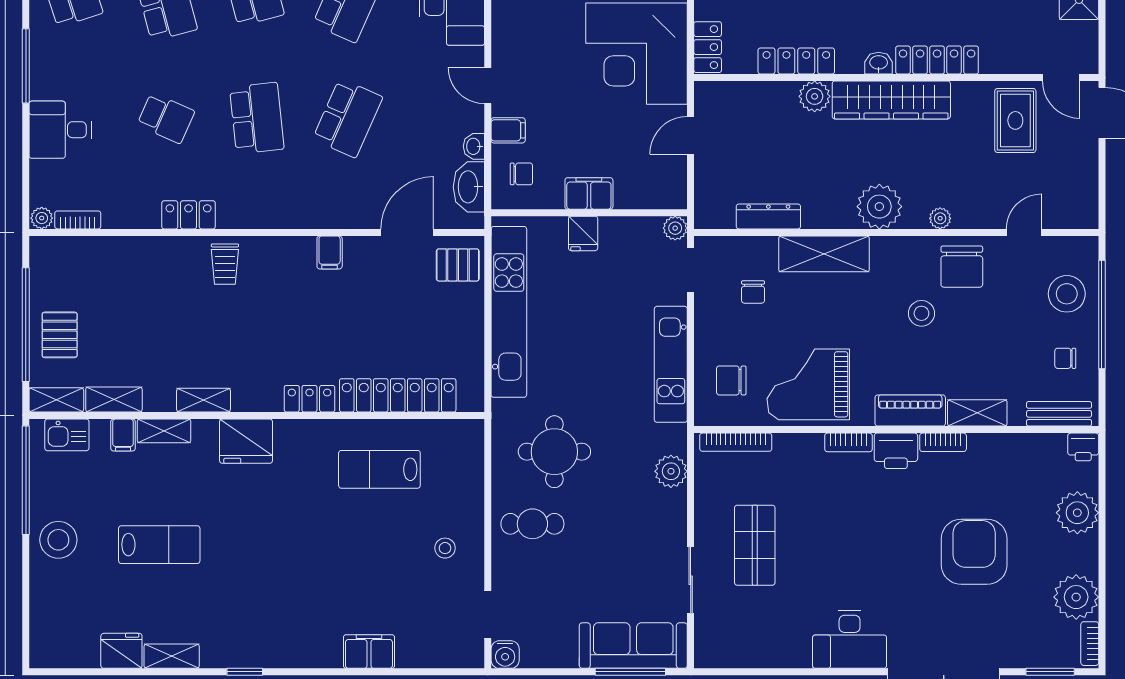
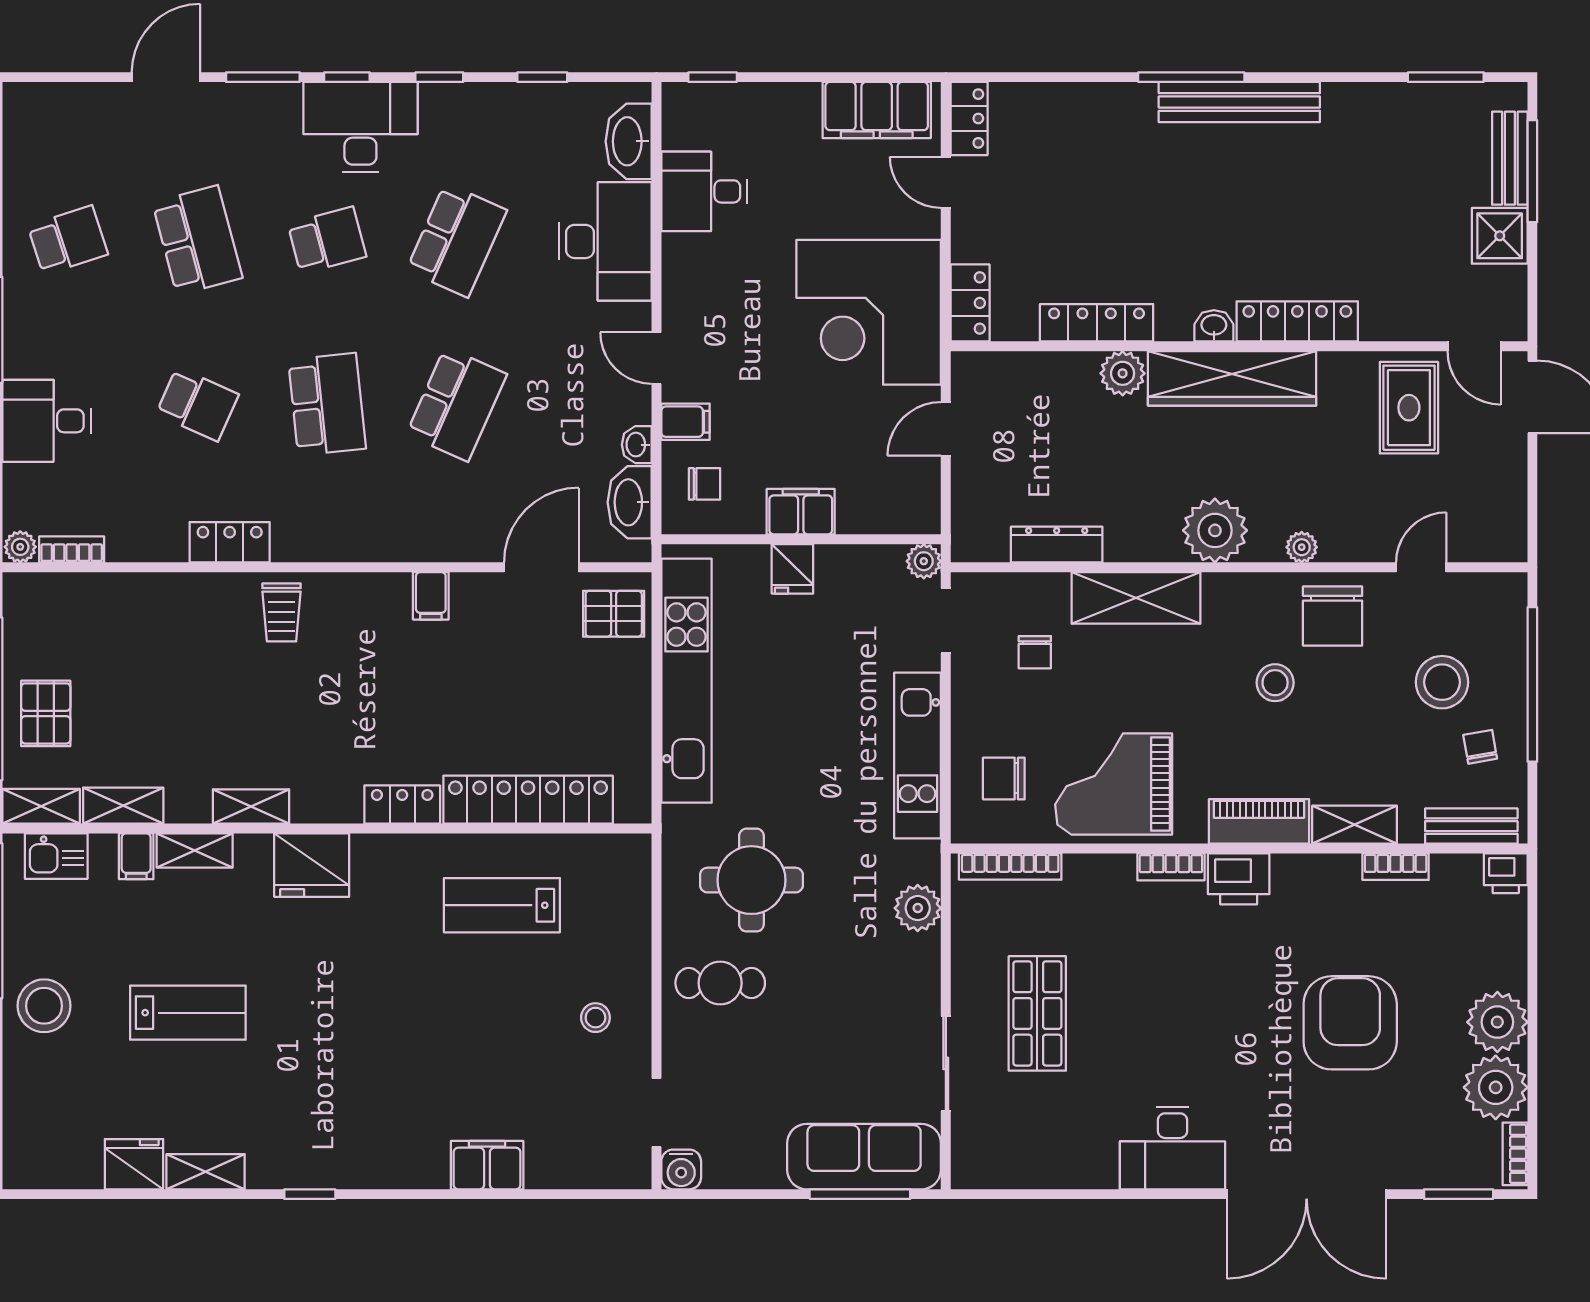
stool: (1067, 294) -> (1442, 682), moved
chair: (1065, 358) -> (1480, 747), turned 80
bookcase: (943, 442) -> (1396, 867), moved
plant: (1077, 513) -> (1497, 1022), moved

